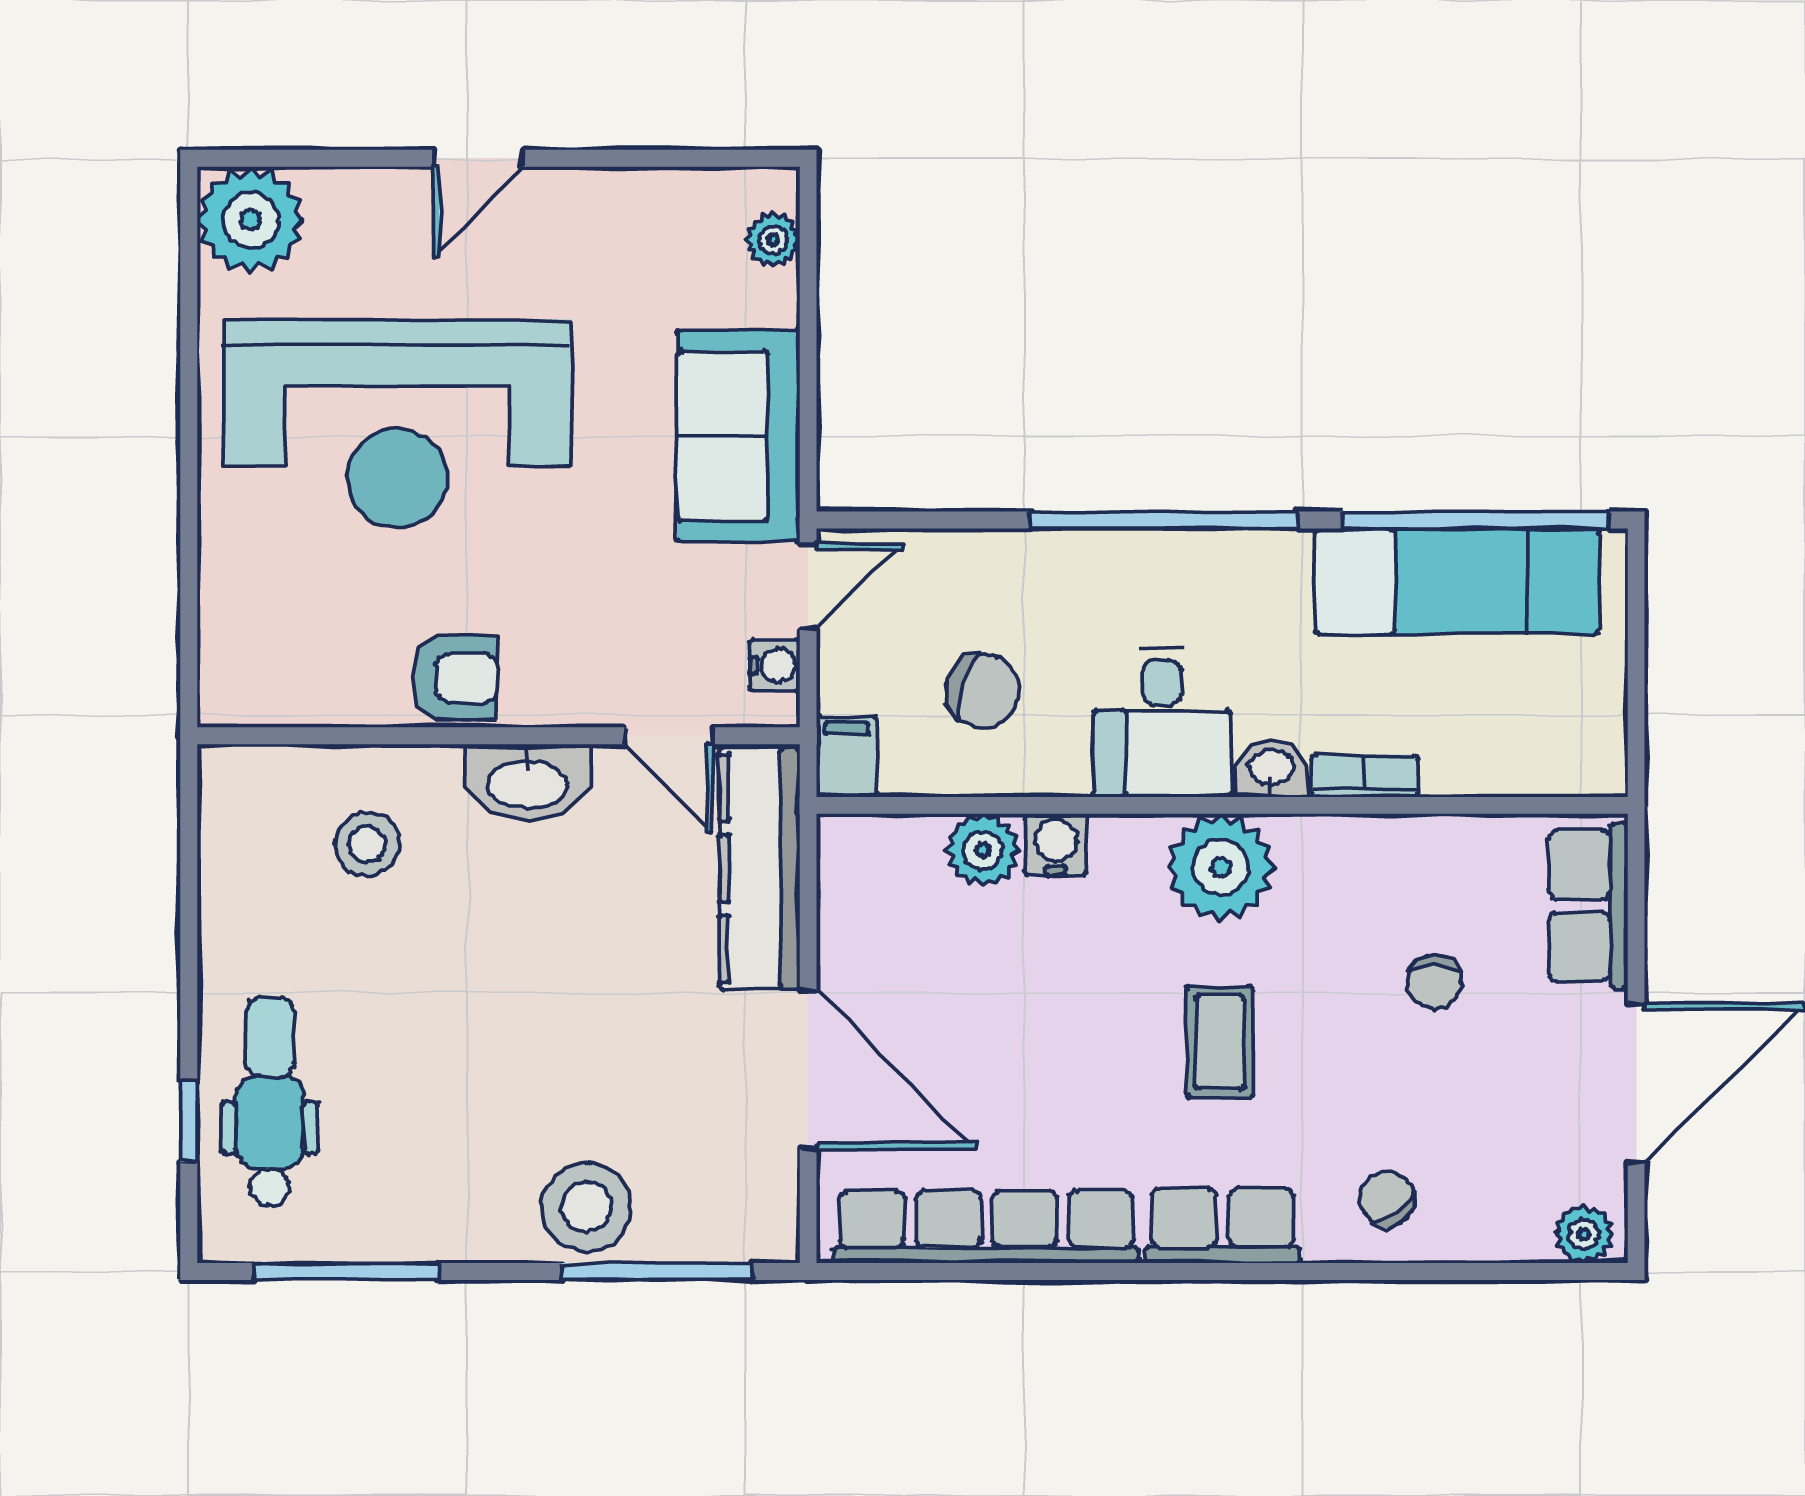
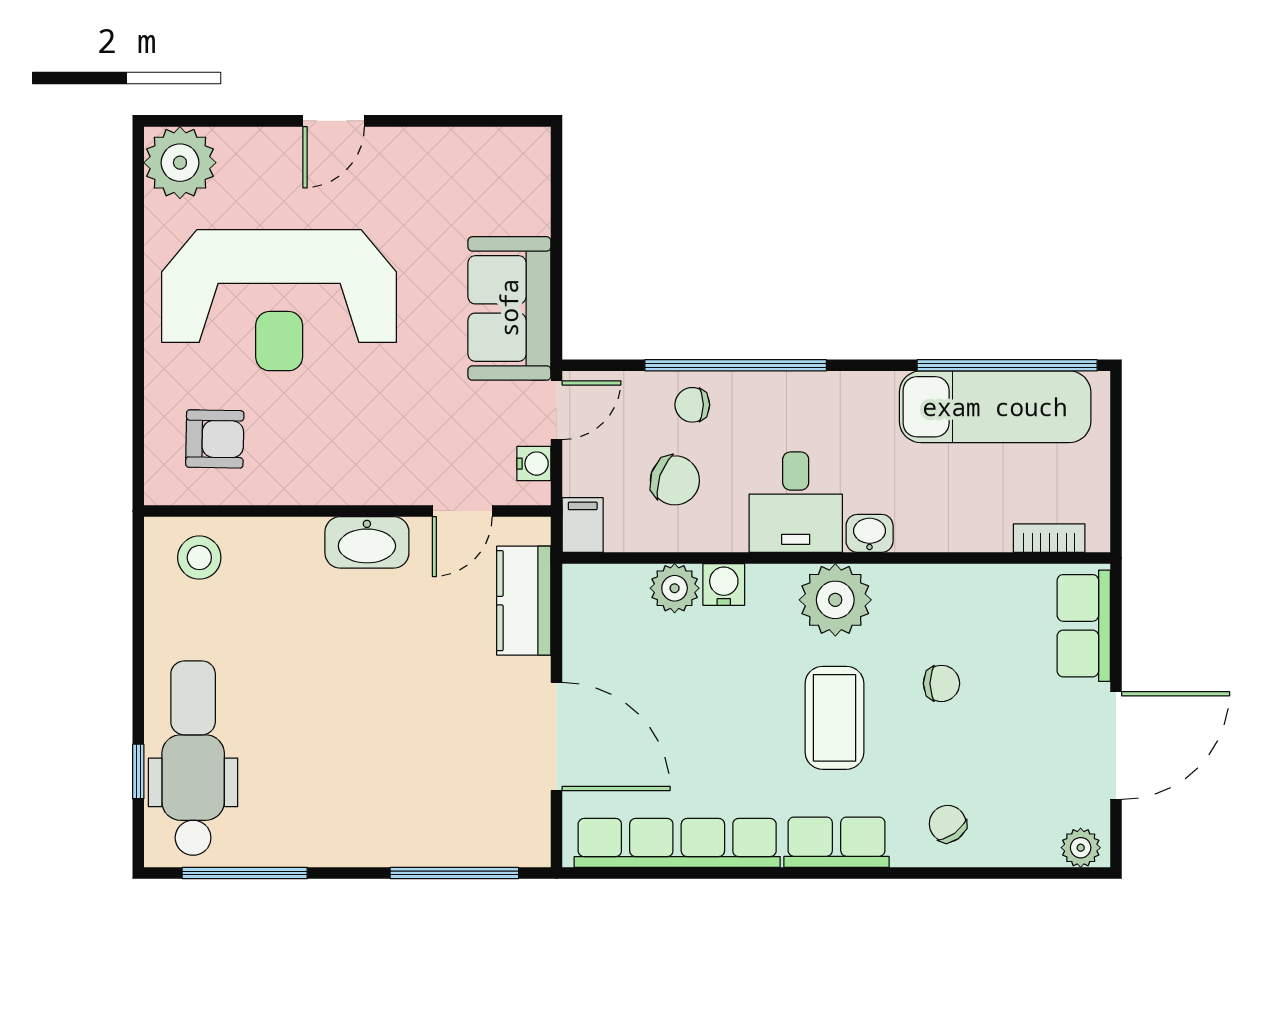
plant: (773, 240) -> (533, 176), removed
window: (1164, 520) -> (736, 365), moved
chair: (1009, 579) -> (692, 405), added
armchair: (455, 678) -> (215, 439), moved
door: (668, 736) -> (462, 511), hinge flipped
bookcase: (1365, 776) -> (1049, 538), moved
stool: (367, 844) -> (199, 558), moved
kitchen counter: (760, 868) -> (524, 601), width x0.67
chair: (1435, 982) -> (941, 683), moved, turned -90
coffee table: (1219, 1042) -> (834, 718), width x1.36, depth x1.30
dental chair: (270, 1102) -> (193, 758), width x1.36, depth x1.38
stool: (587, 1207) -> (407, 829), removed

